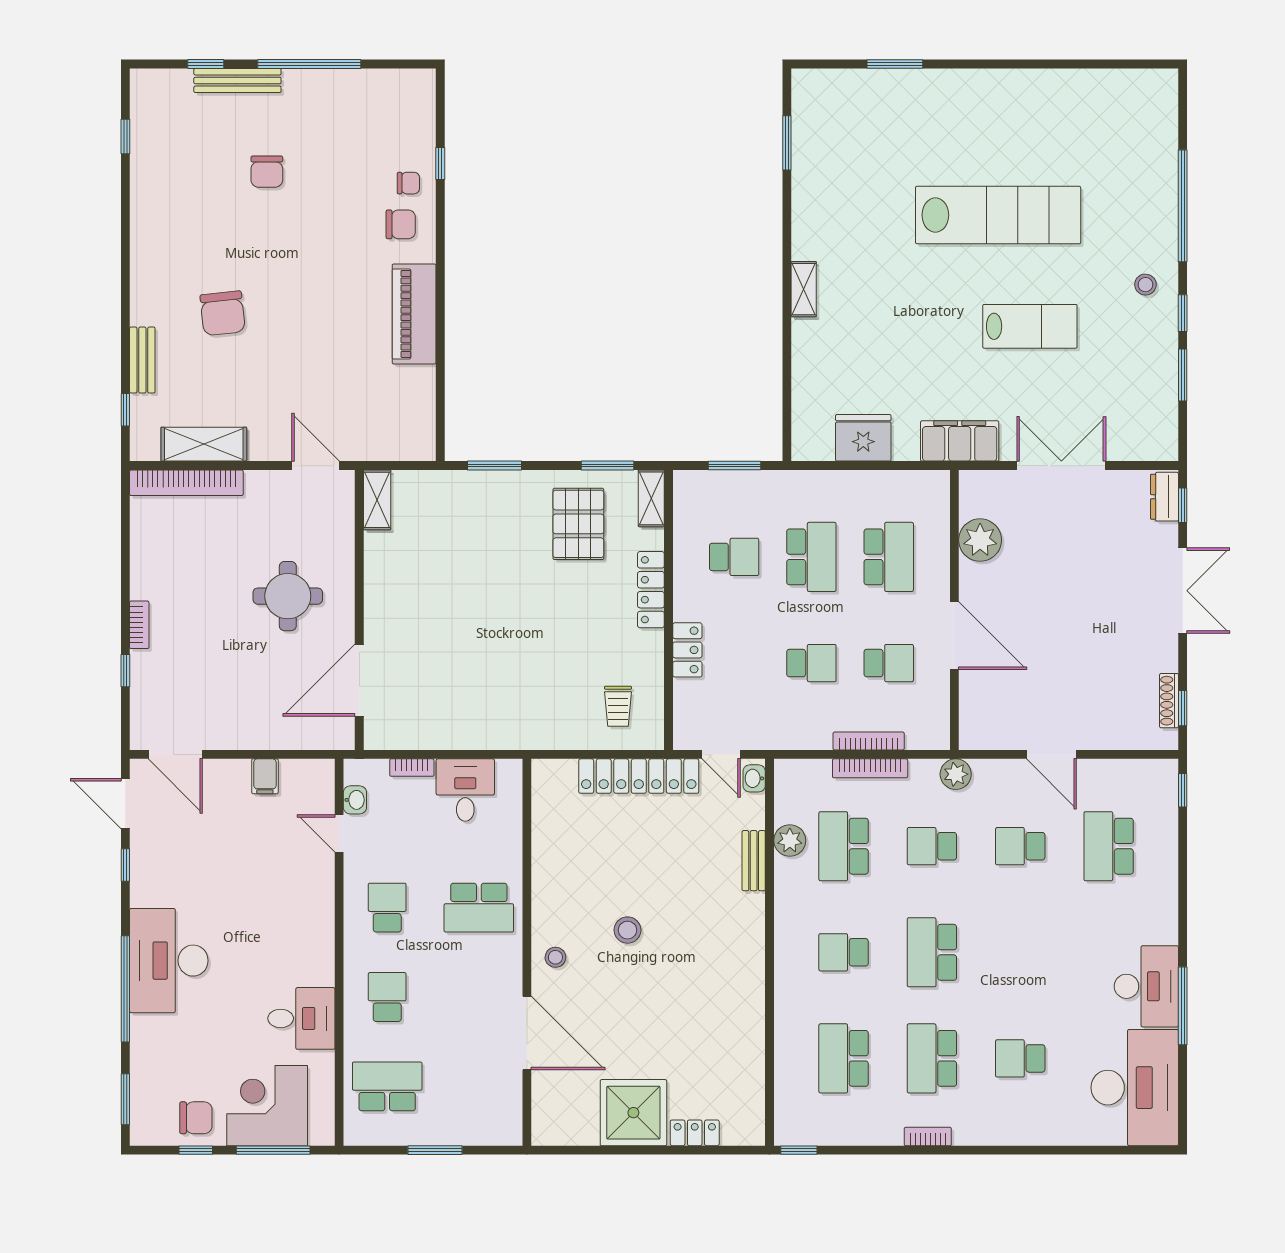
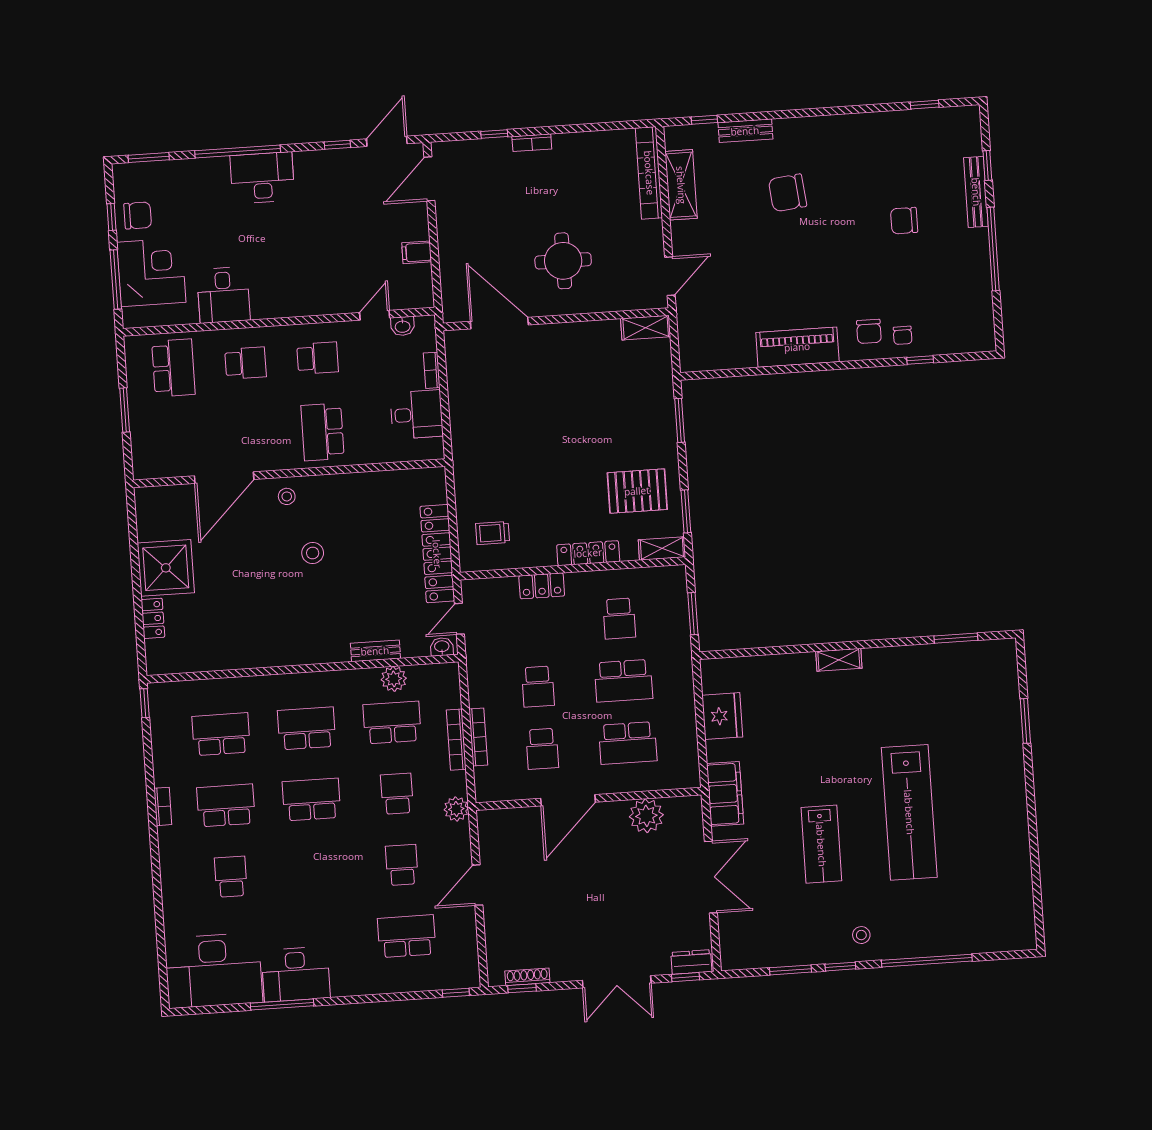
school desk: (844, 952) -> (307, 728), width x1.85
desk: (169, 961) -> (262, 178), width x0.73, depth x0.77
chair: (196, 1118) -> (138, 215), turned -90

